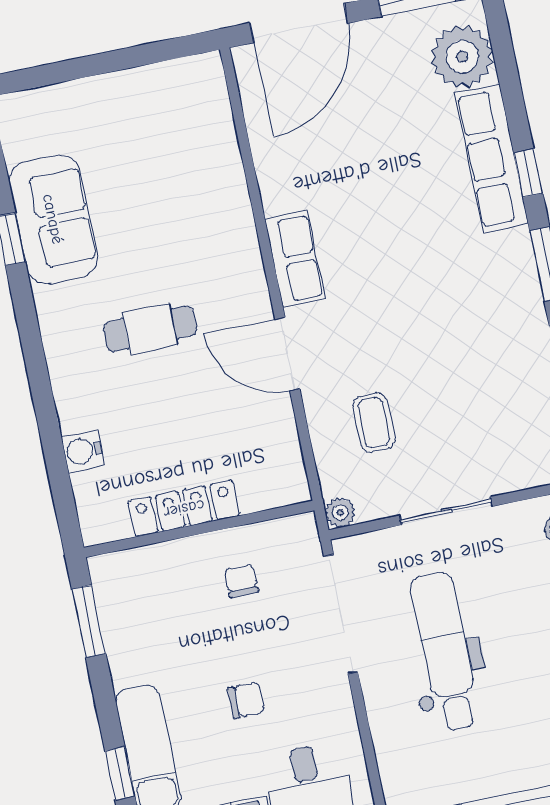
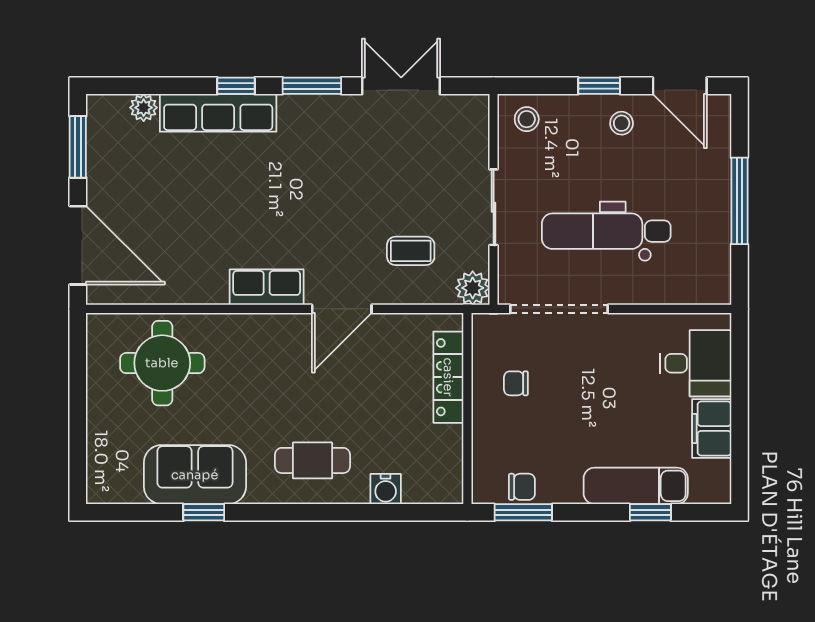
plant: (462, 57) -> (144, 108), width x0.53, depth x0.53
round table: (179, 153) -> (162, 363), added
cafe table: (150, 329) -> (313, 460), moved, turned 90
locker: (184, 509) -> (448, 377), moved
plant: (340, 512) -> (473, 288), width x1.38, depth x1.38
chair: (246, 700) -> (522, 487), moved, turned 90

